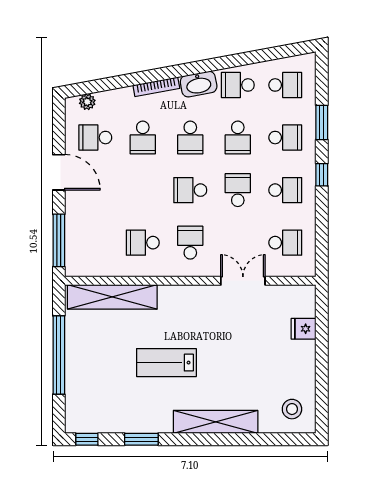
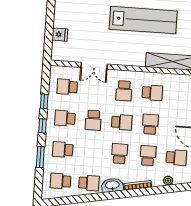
plant: (87, 102) -> (168, 181), moved
school desk: (238, 138) -> (150, 124), moved
window: (322, 216) -> (44, 101), added
lab bench: (166, 363) -> (143, 20), width x1.86, depth x1.39

